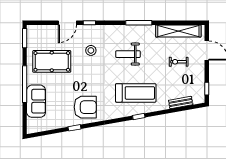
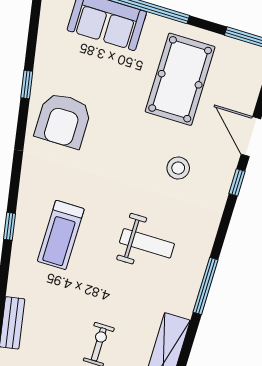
weight bench: (128, 54) -> (147, 243), turned 90
treadmill: (136, 93) -> (61, 235), width x0.73, depth x0.73

